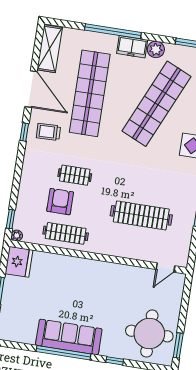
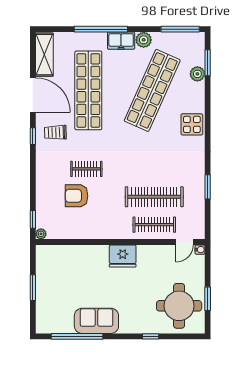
armchair: (60, 202) -> (76, 196), turned -90
clothes rail: (66, 233) -> (154, 225), moved
fridge: (19, 262) -> (123, 256), moved, turned 90
water cooler: (180, 278) -> (200, 250), added
sofa: (69, 337) -> (96, 321), width x0.73
window: (178, 345) -> (208, 299), moved
window: (63, 353) -> (77, 336), moved

